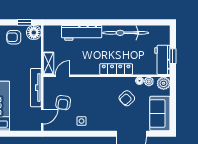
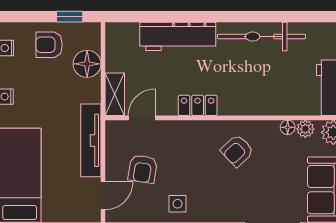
floor lamp: (34, 33) -> (87, 64), moved
locker: (116, 69) -> (198, 105), moved, width x0.66
armchair: (127, 98) -> (237, 151), moved

